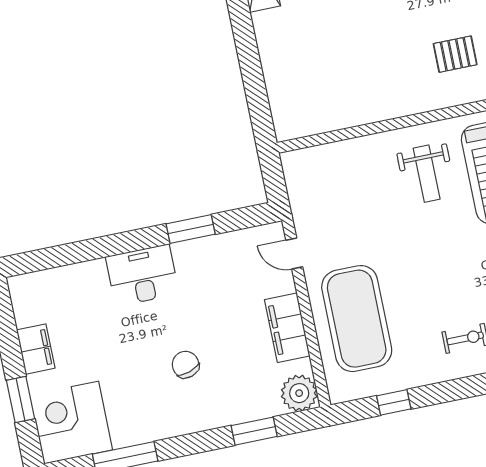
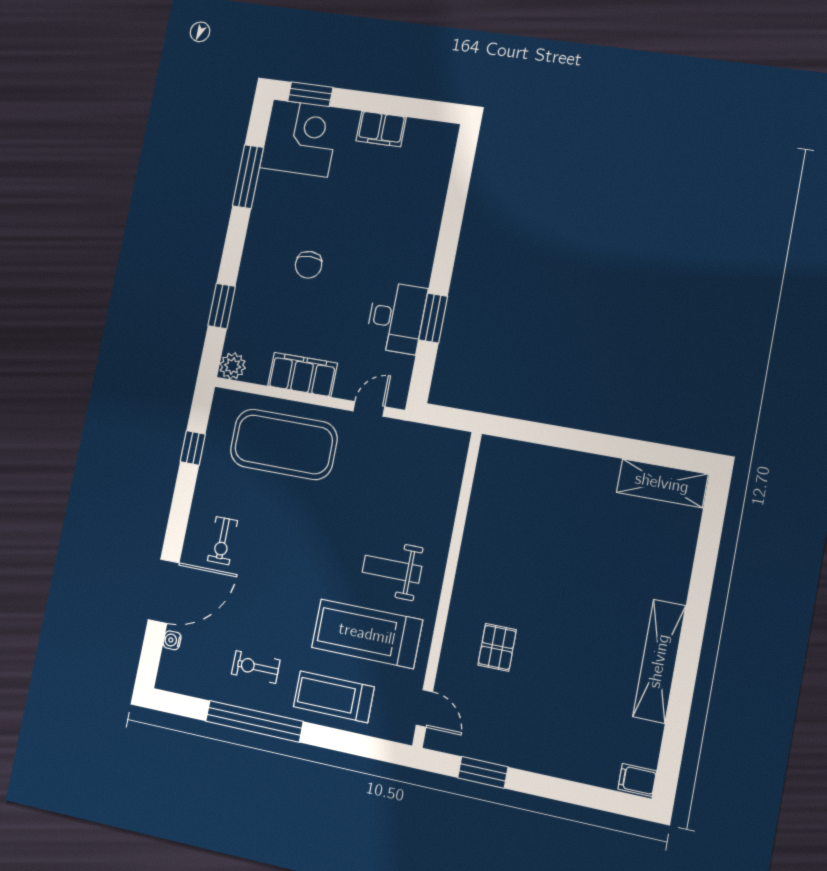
desk: (142, 275) -> (396, 318), moved
chair: (186, 365) -> (309, 265), turned 108
plant: (299, 393) -> (233, 366), width x0.73, depth x0.73
window: (21, 400) -> (310, 94), moved

